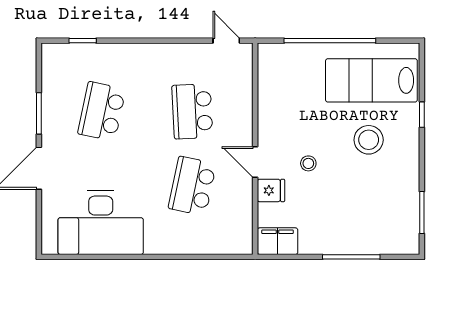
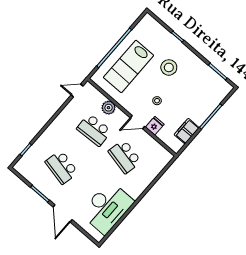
lab bench: (371, 80) -> (129, 66), moved
plant: (240, 105) -> (109, 108), added
filing cabinet: (278, 241) -> (187, 131), moved

